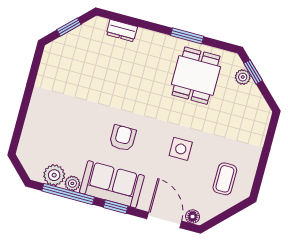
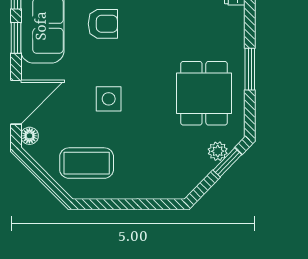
dining table: (196, 76) -> (204, 93), turned 90
coffee table: (225, 179) -> (87, 163), width x1.36, depth x1.30

